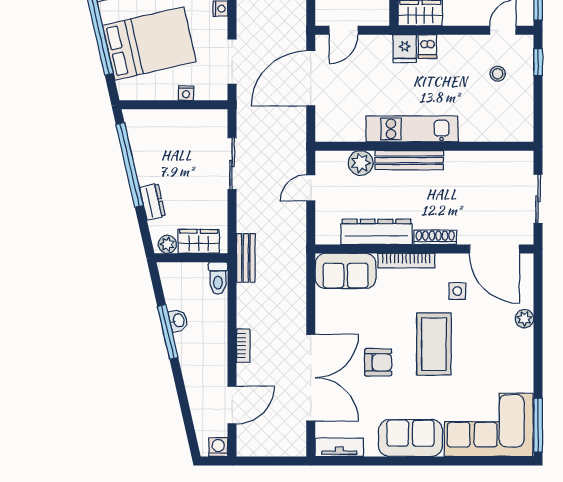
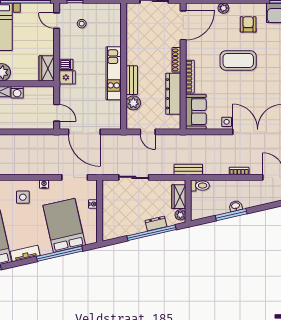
bench: (409, 160) -> (132, 80), width x0.73
window: (130, 165) -> (152, 233), moved
side table: (457, 291) -> (227, 122), moved
washbasin: (178, 320) -> (236, 206), moved
armchair: (378, 362) -> (248, 24), moved

